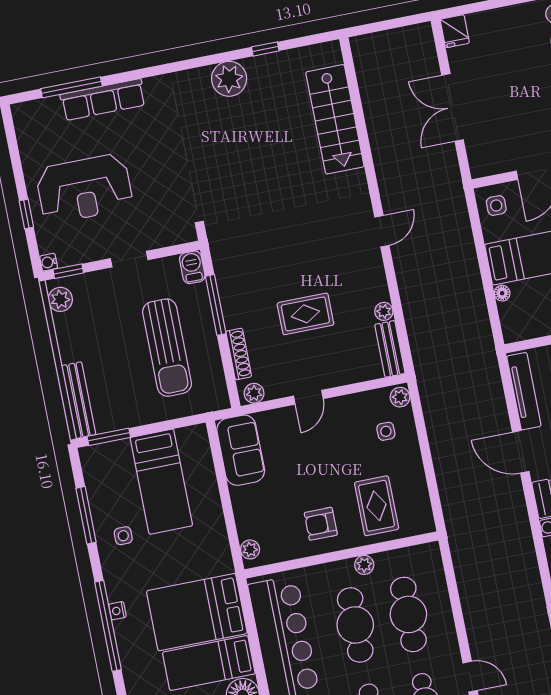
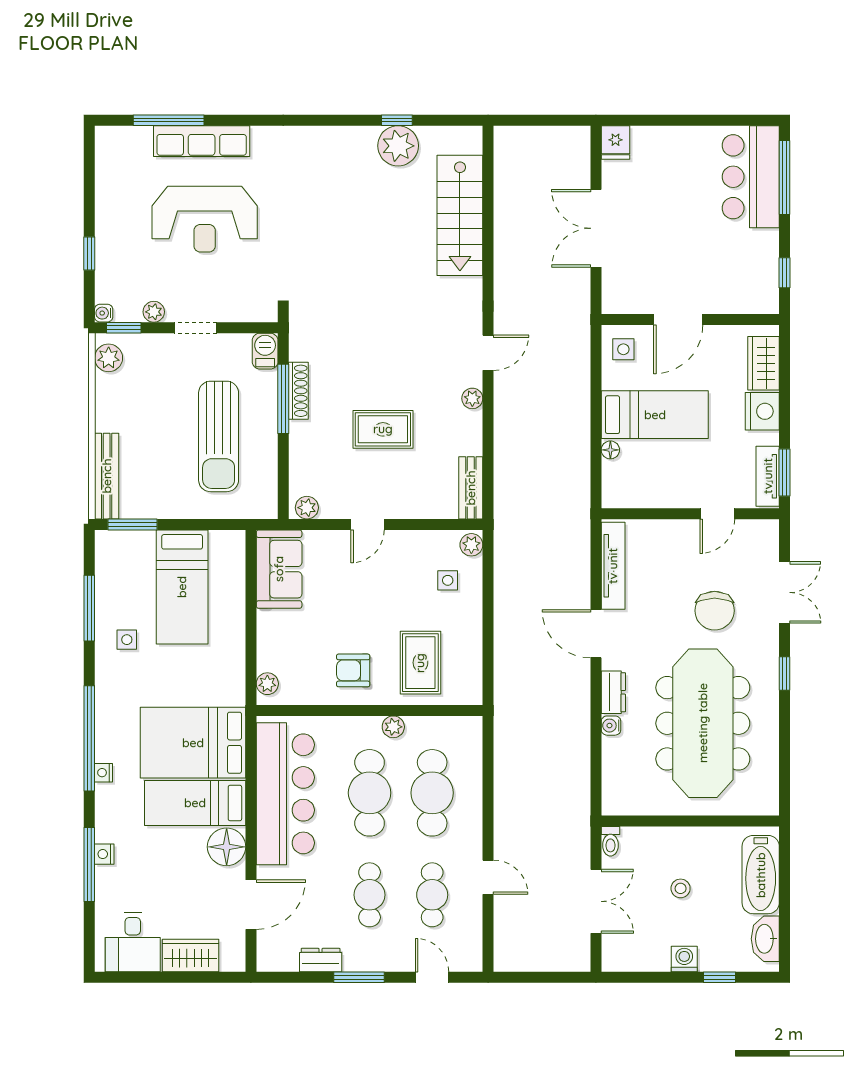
plant: (229, 79) -> (398, 146), moved
reception desk: (84, 189) -> (205, 219), moved
plant: (91, 253) -> (154, 312), added
plant: (384, 311) -> (472, 398), moved
shoe rack: (239, 354) -> (298, 391), moved
nightstand: (117, 611) -> (103, 773), moved

